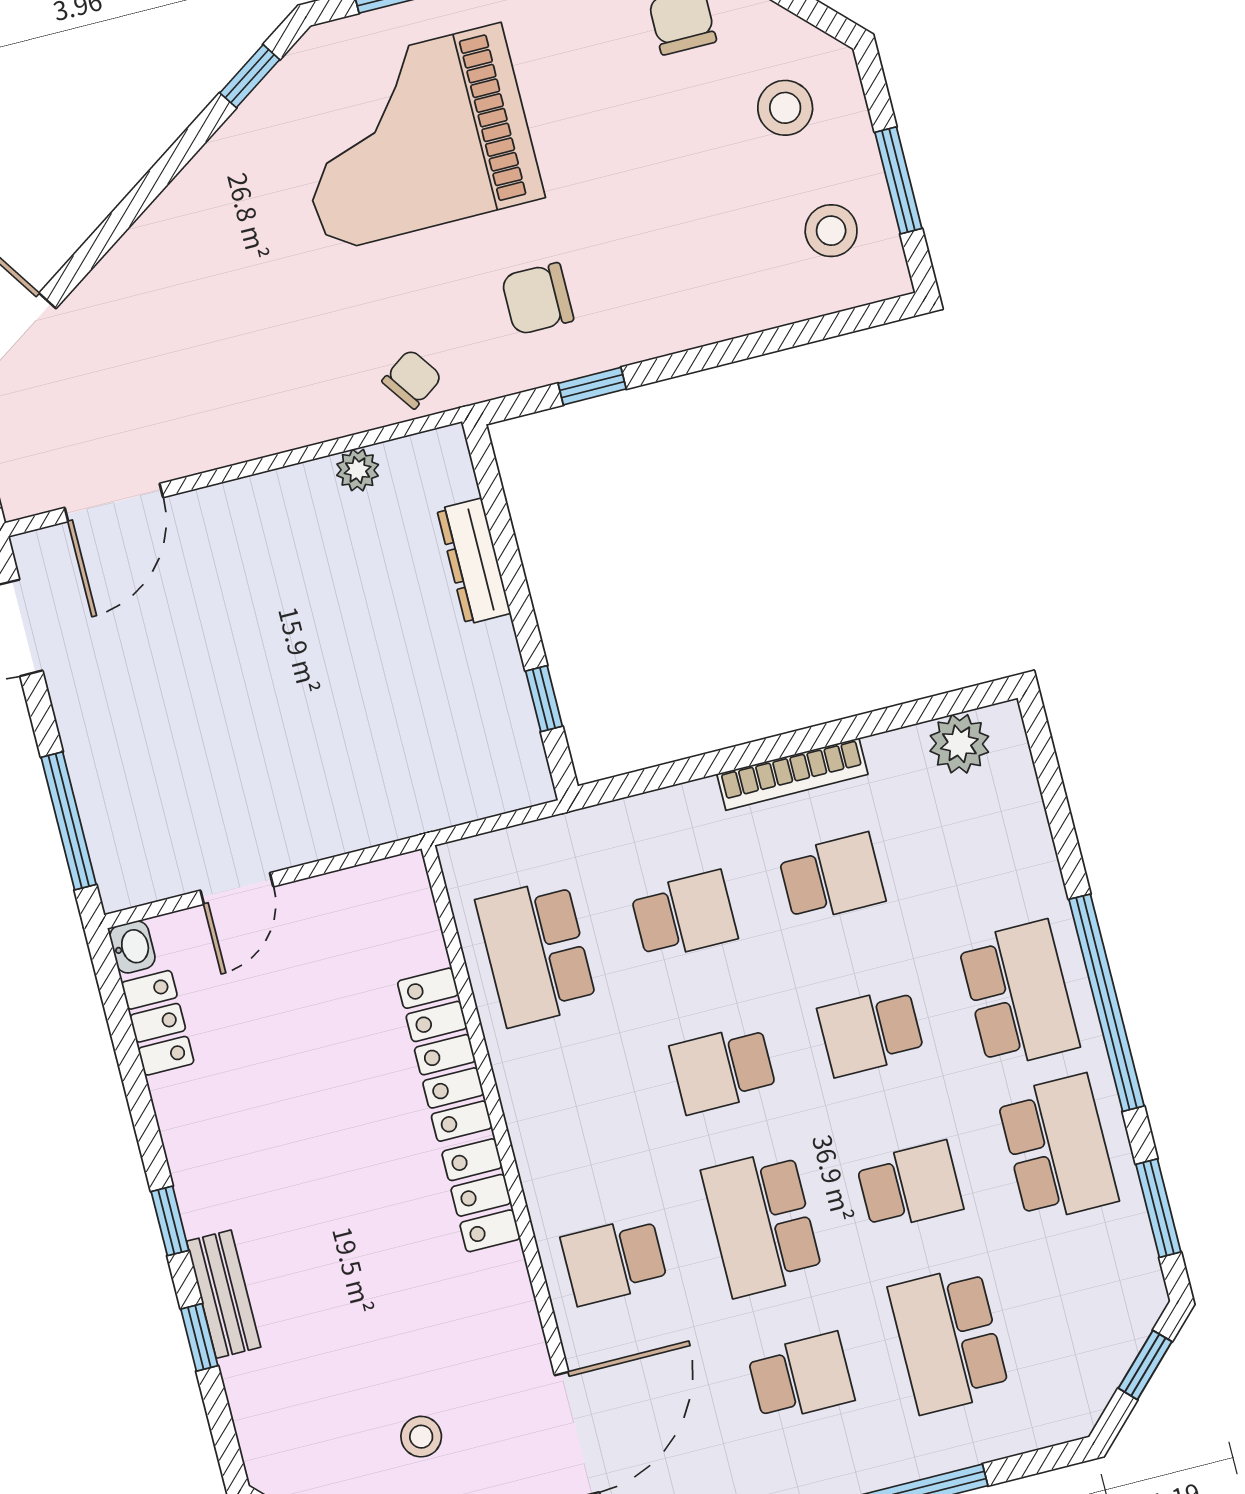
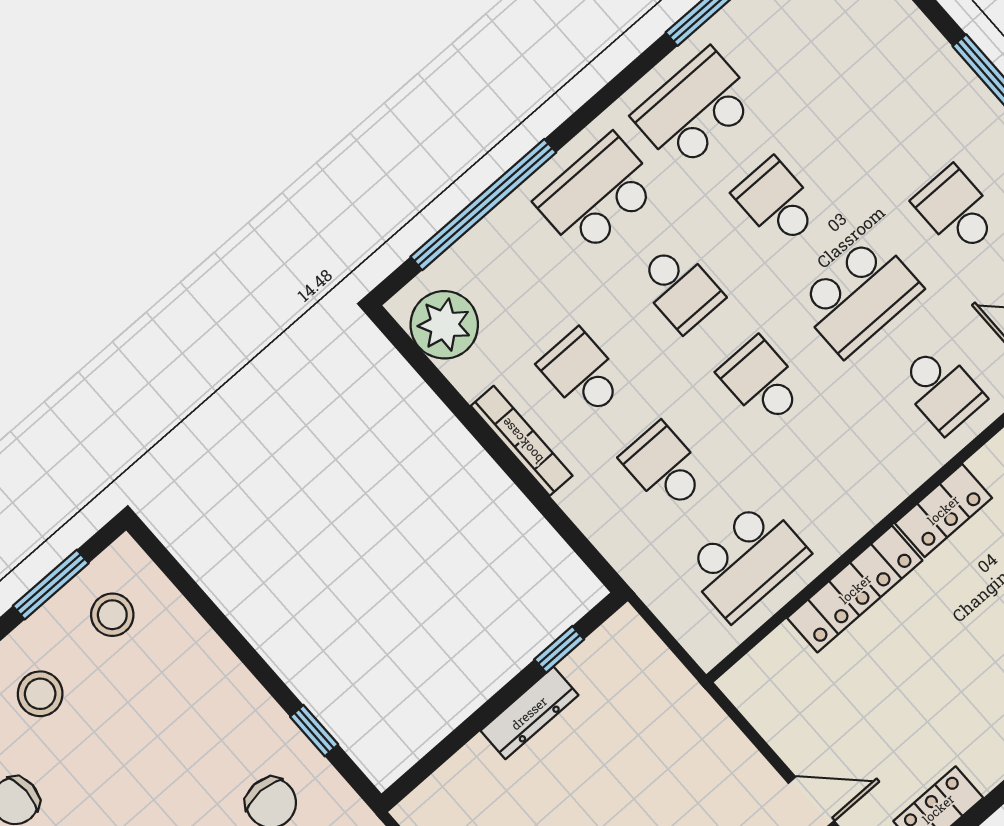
dresser: (474, 561) -> (529, 713), moved
plant: (959, 744) -> (444, 325), width x1.36, depth x1.36
window: (1106, 1003) -> (483, 205), moved
school desk: (723, 1069) -> (762, 381), turned 180
school desk: (949, 1340) -> (874, 117), removed

